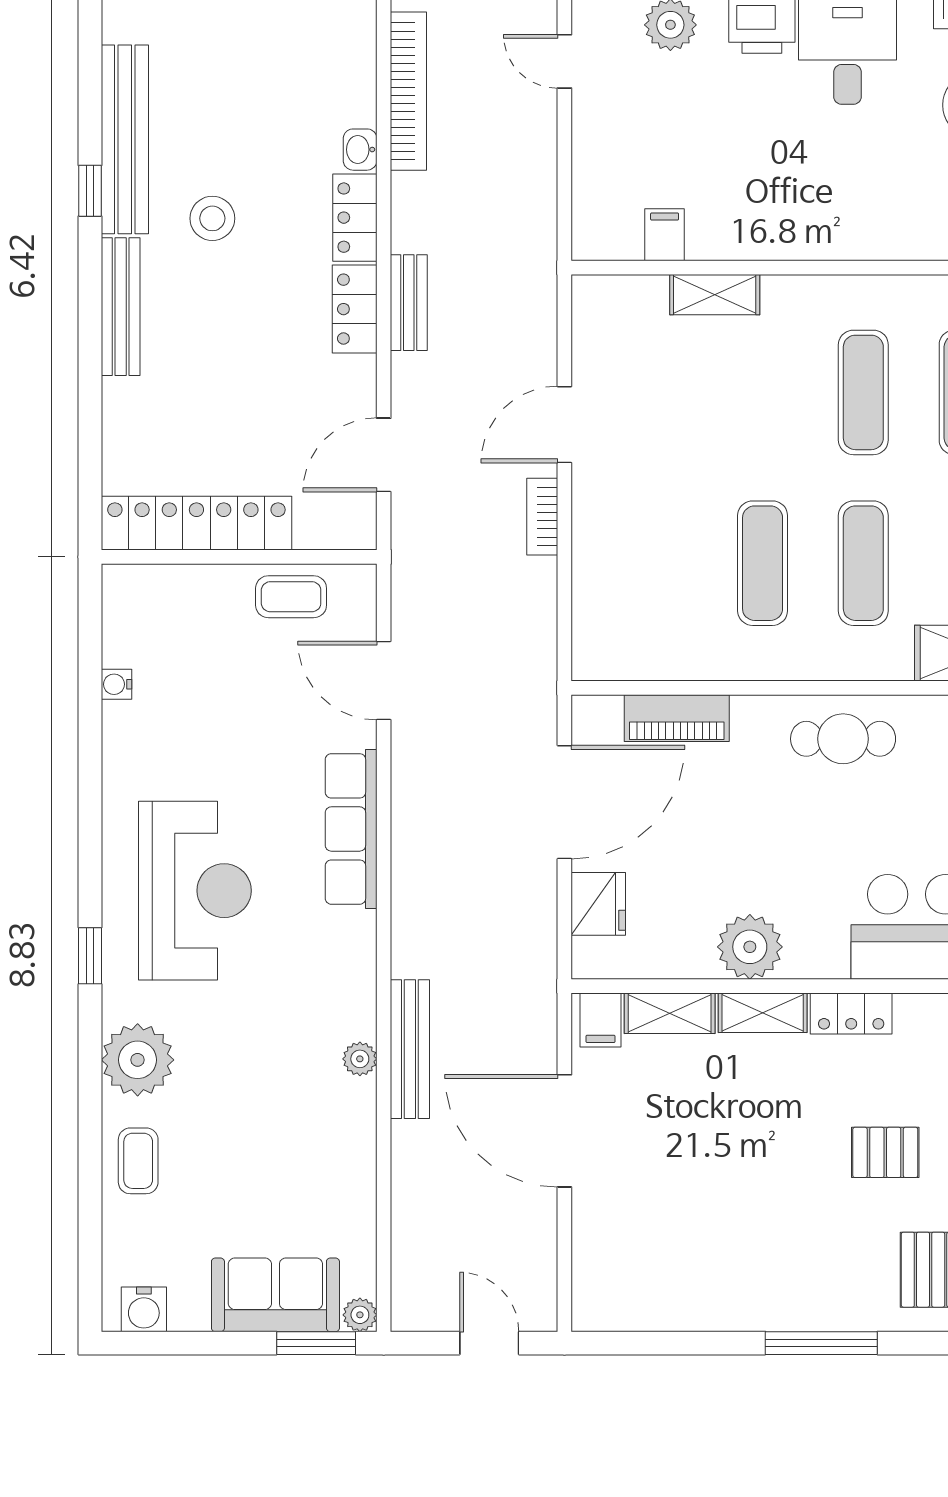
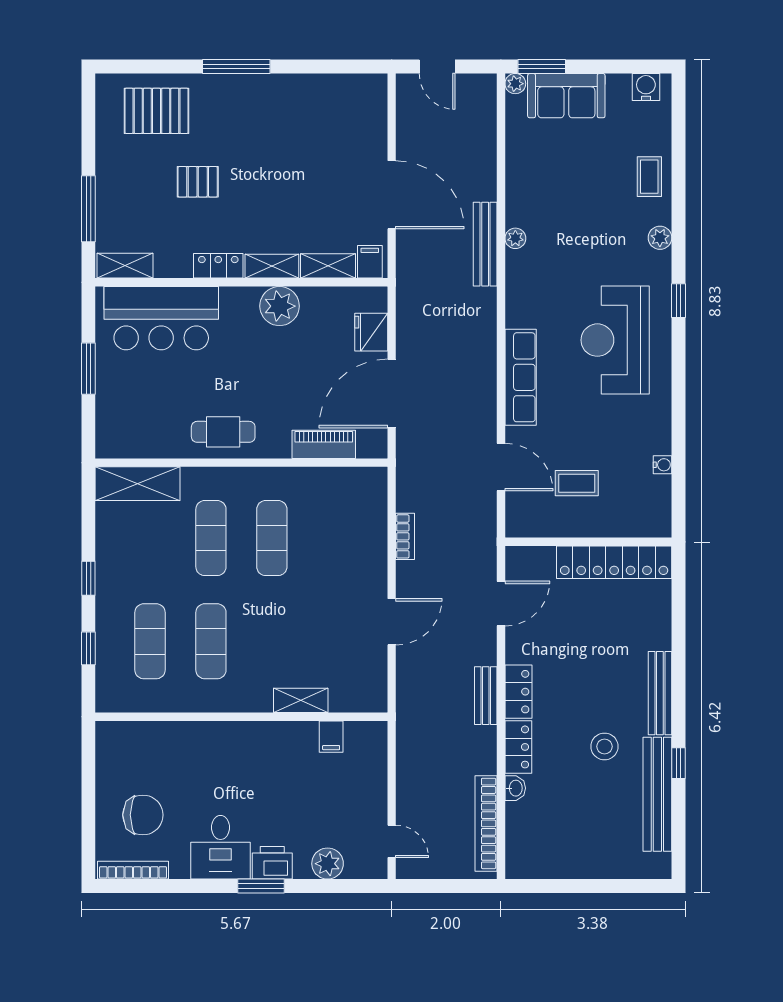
bookcase: (542, 517) -> (405, 536), moved
coffee table: (291, 597) -> (577, 483), moved
plant: (138, 1060) -> (660, 238), width x0.53, depth x0.53

